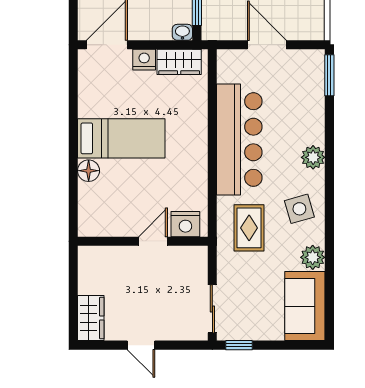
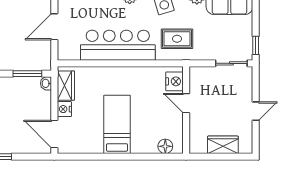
floor lamp: (89, 171) -> (165, 146), moved
wardrobe: (91, 318) -> (223, 145), moved

